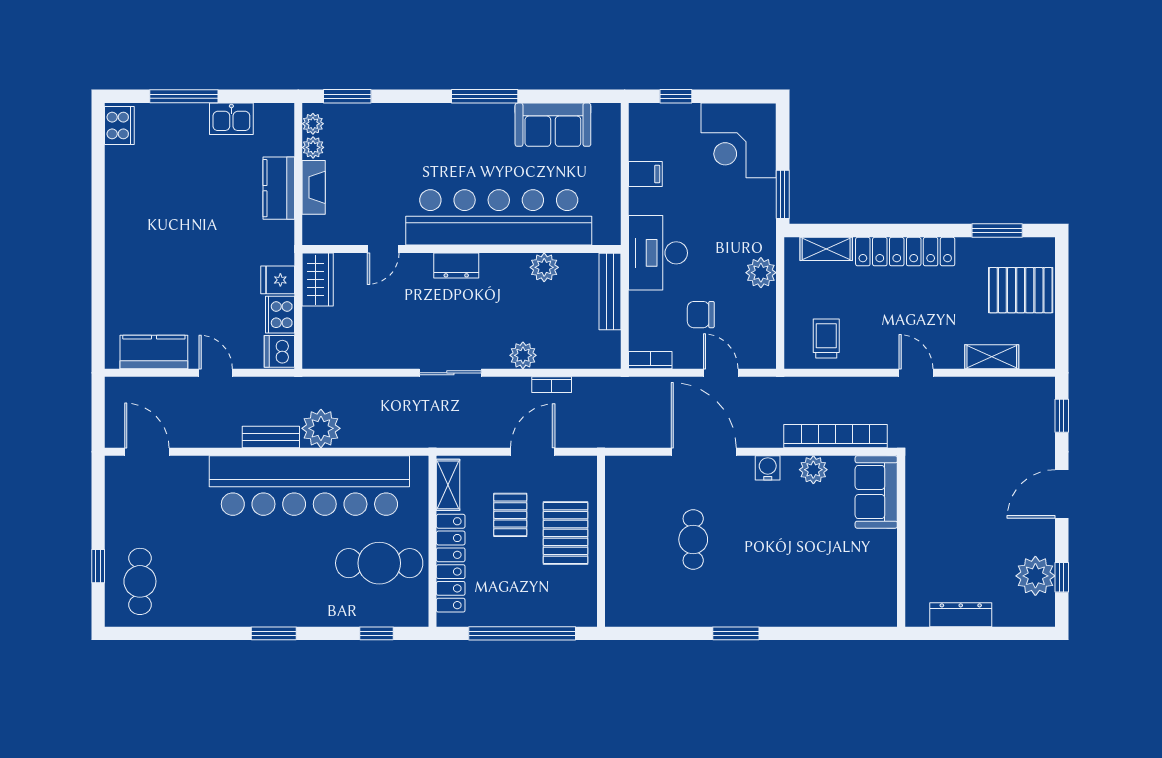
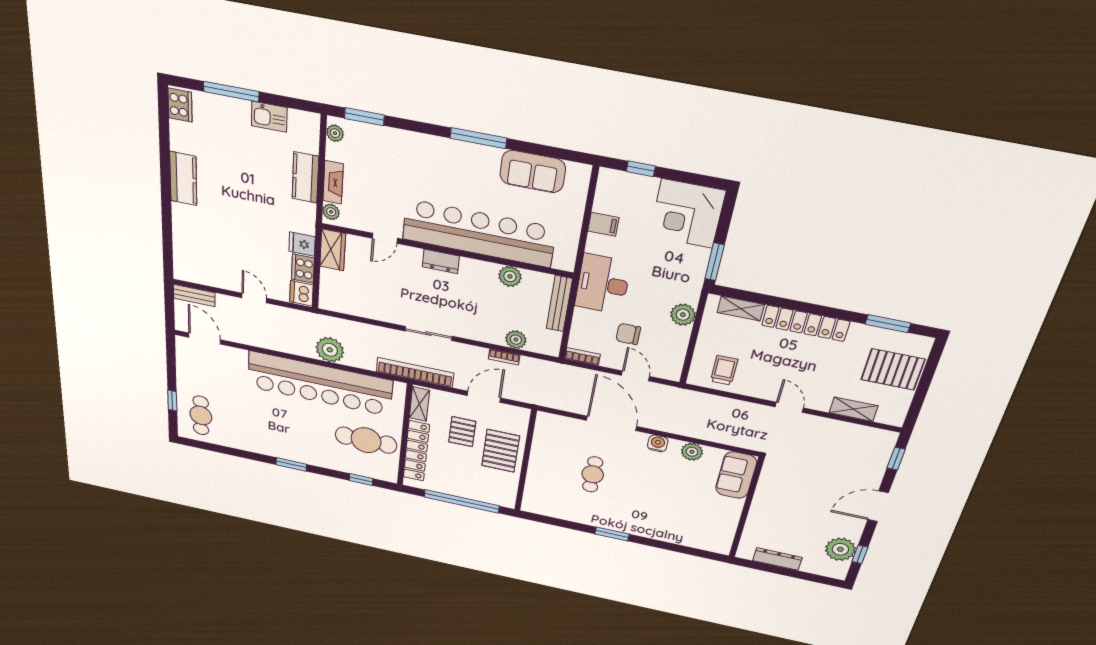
plant: (313, 147) -> (331, 212), moved
kitchen counter: (154, 352) -> (183, 179), moved, turned 90
plant: (523, 355) -> (516, 340), moved
bookcase: (836, 436) -> (415, 372), moved
bench: (271, 437) -> (194, 295), moved

